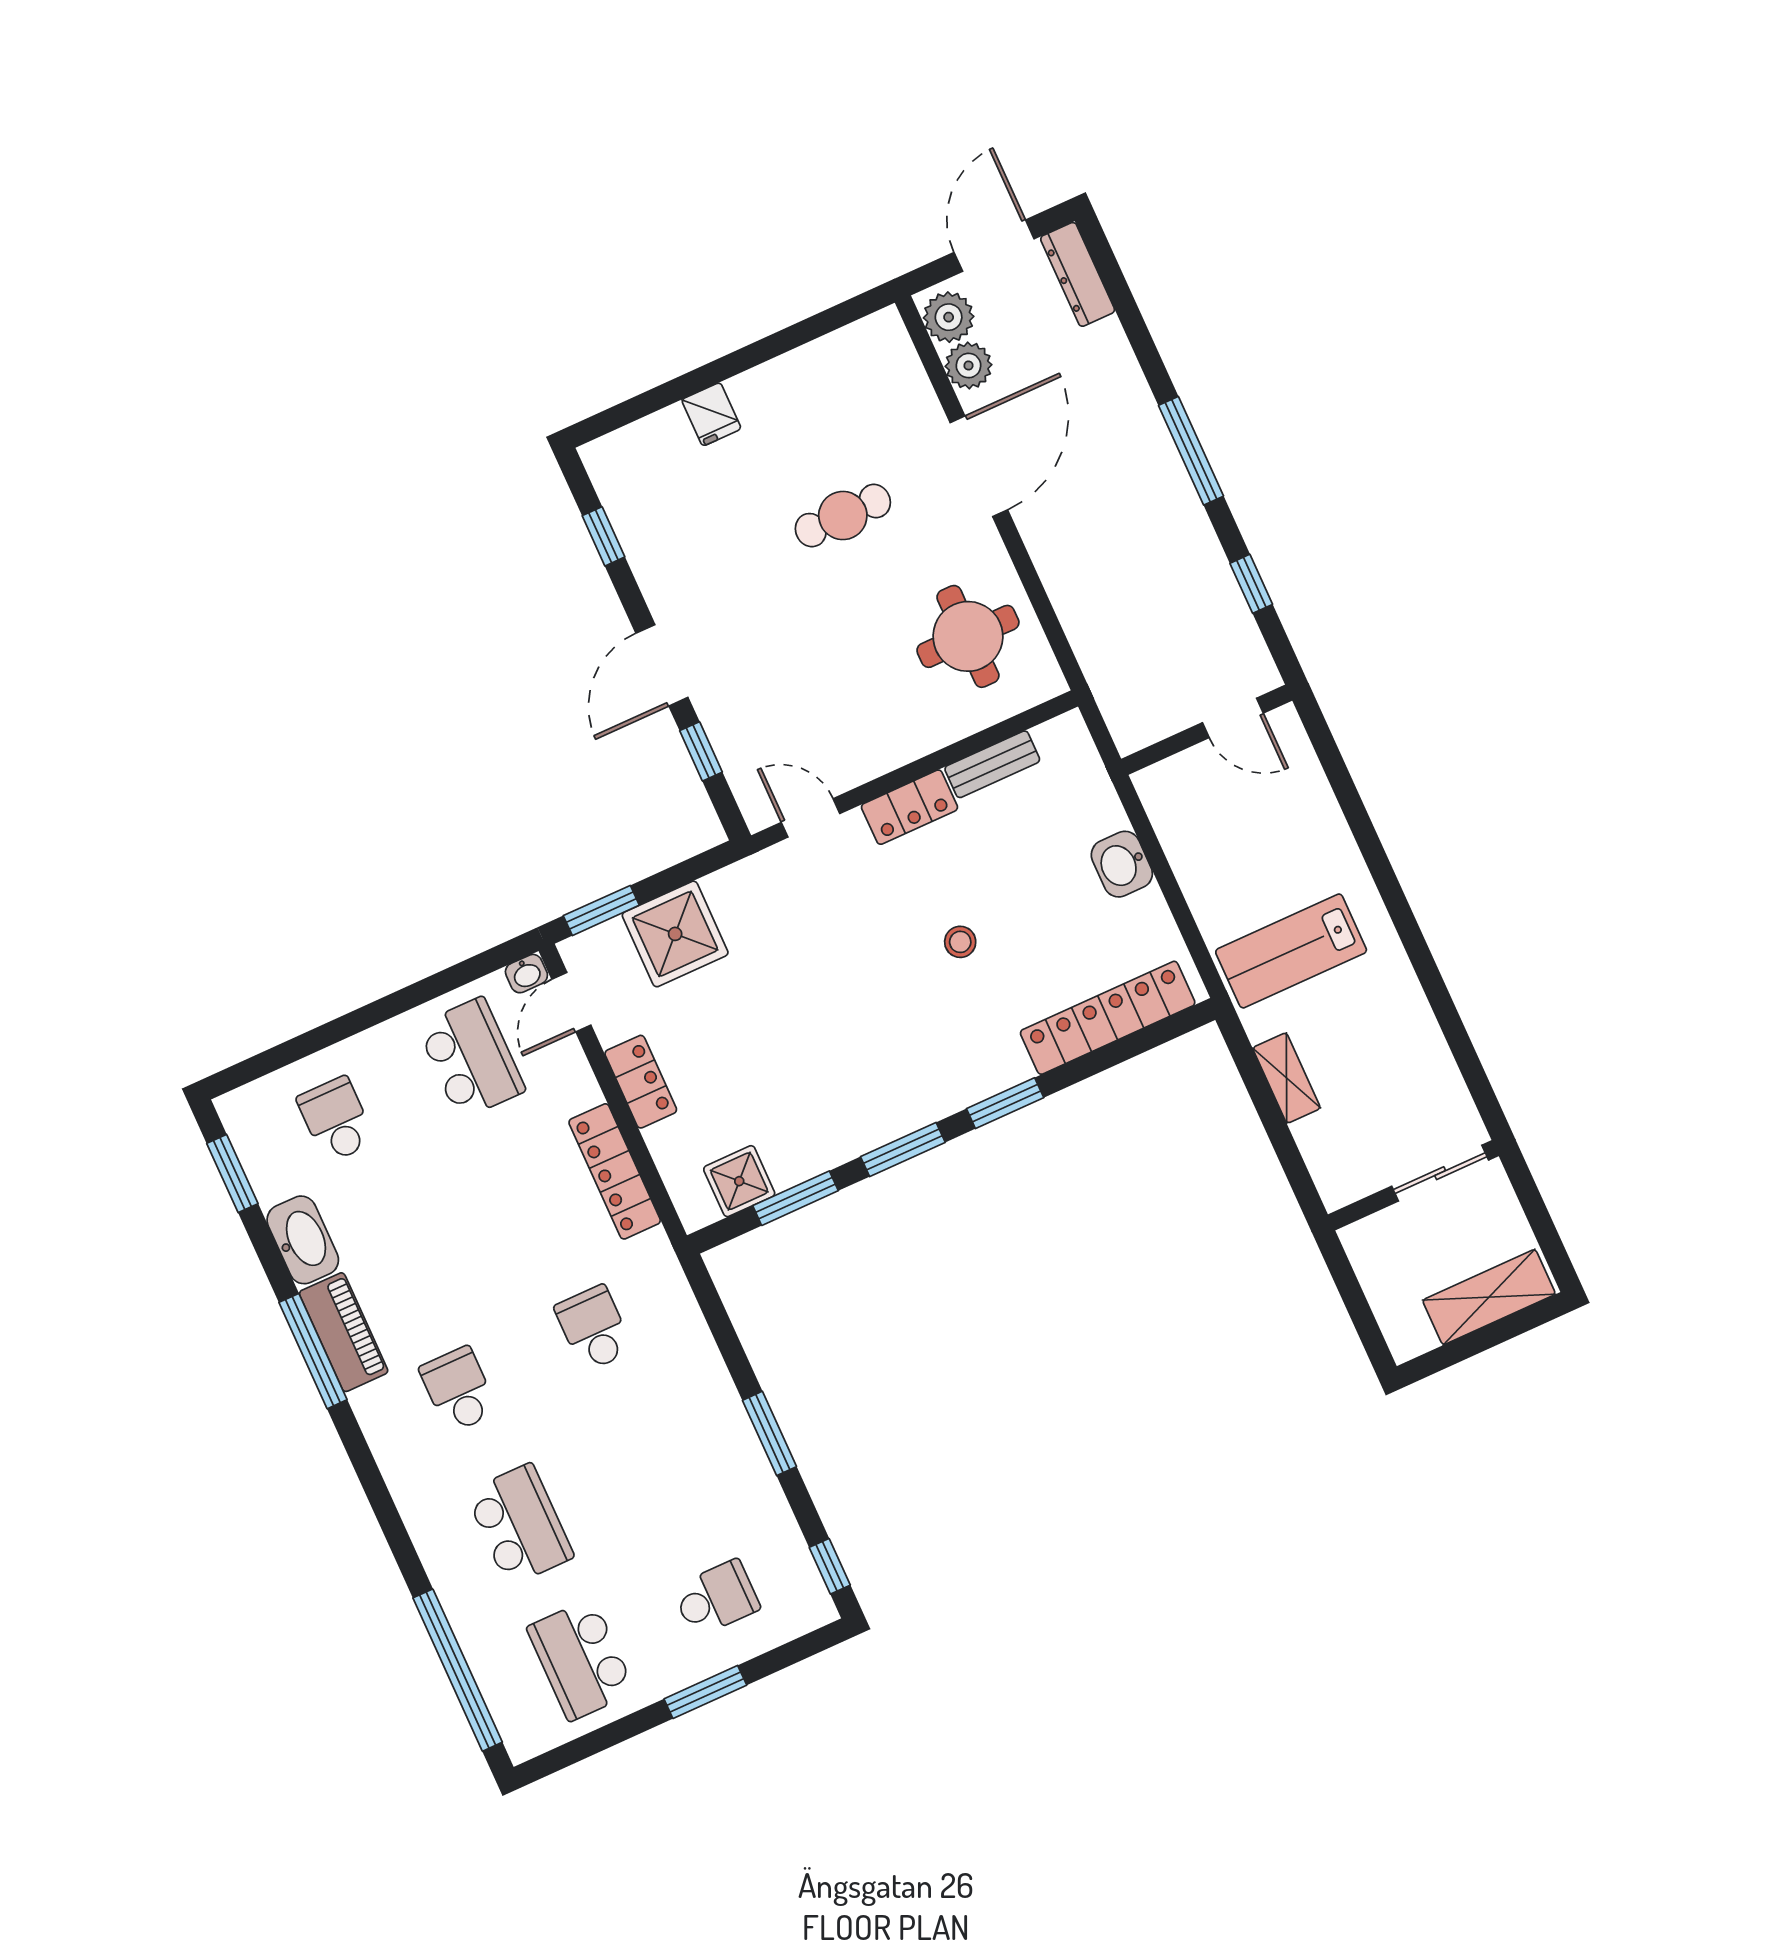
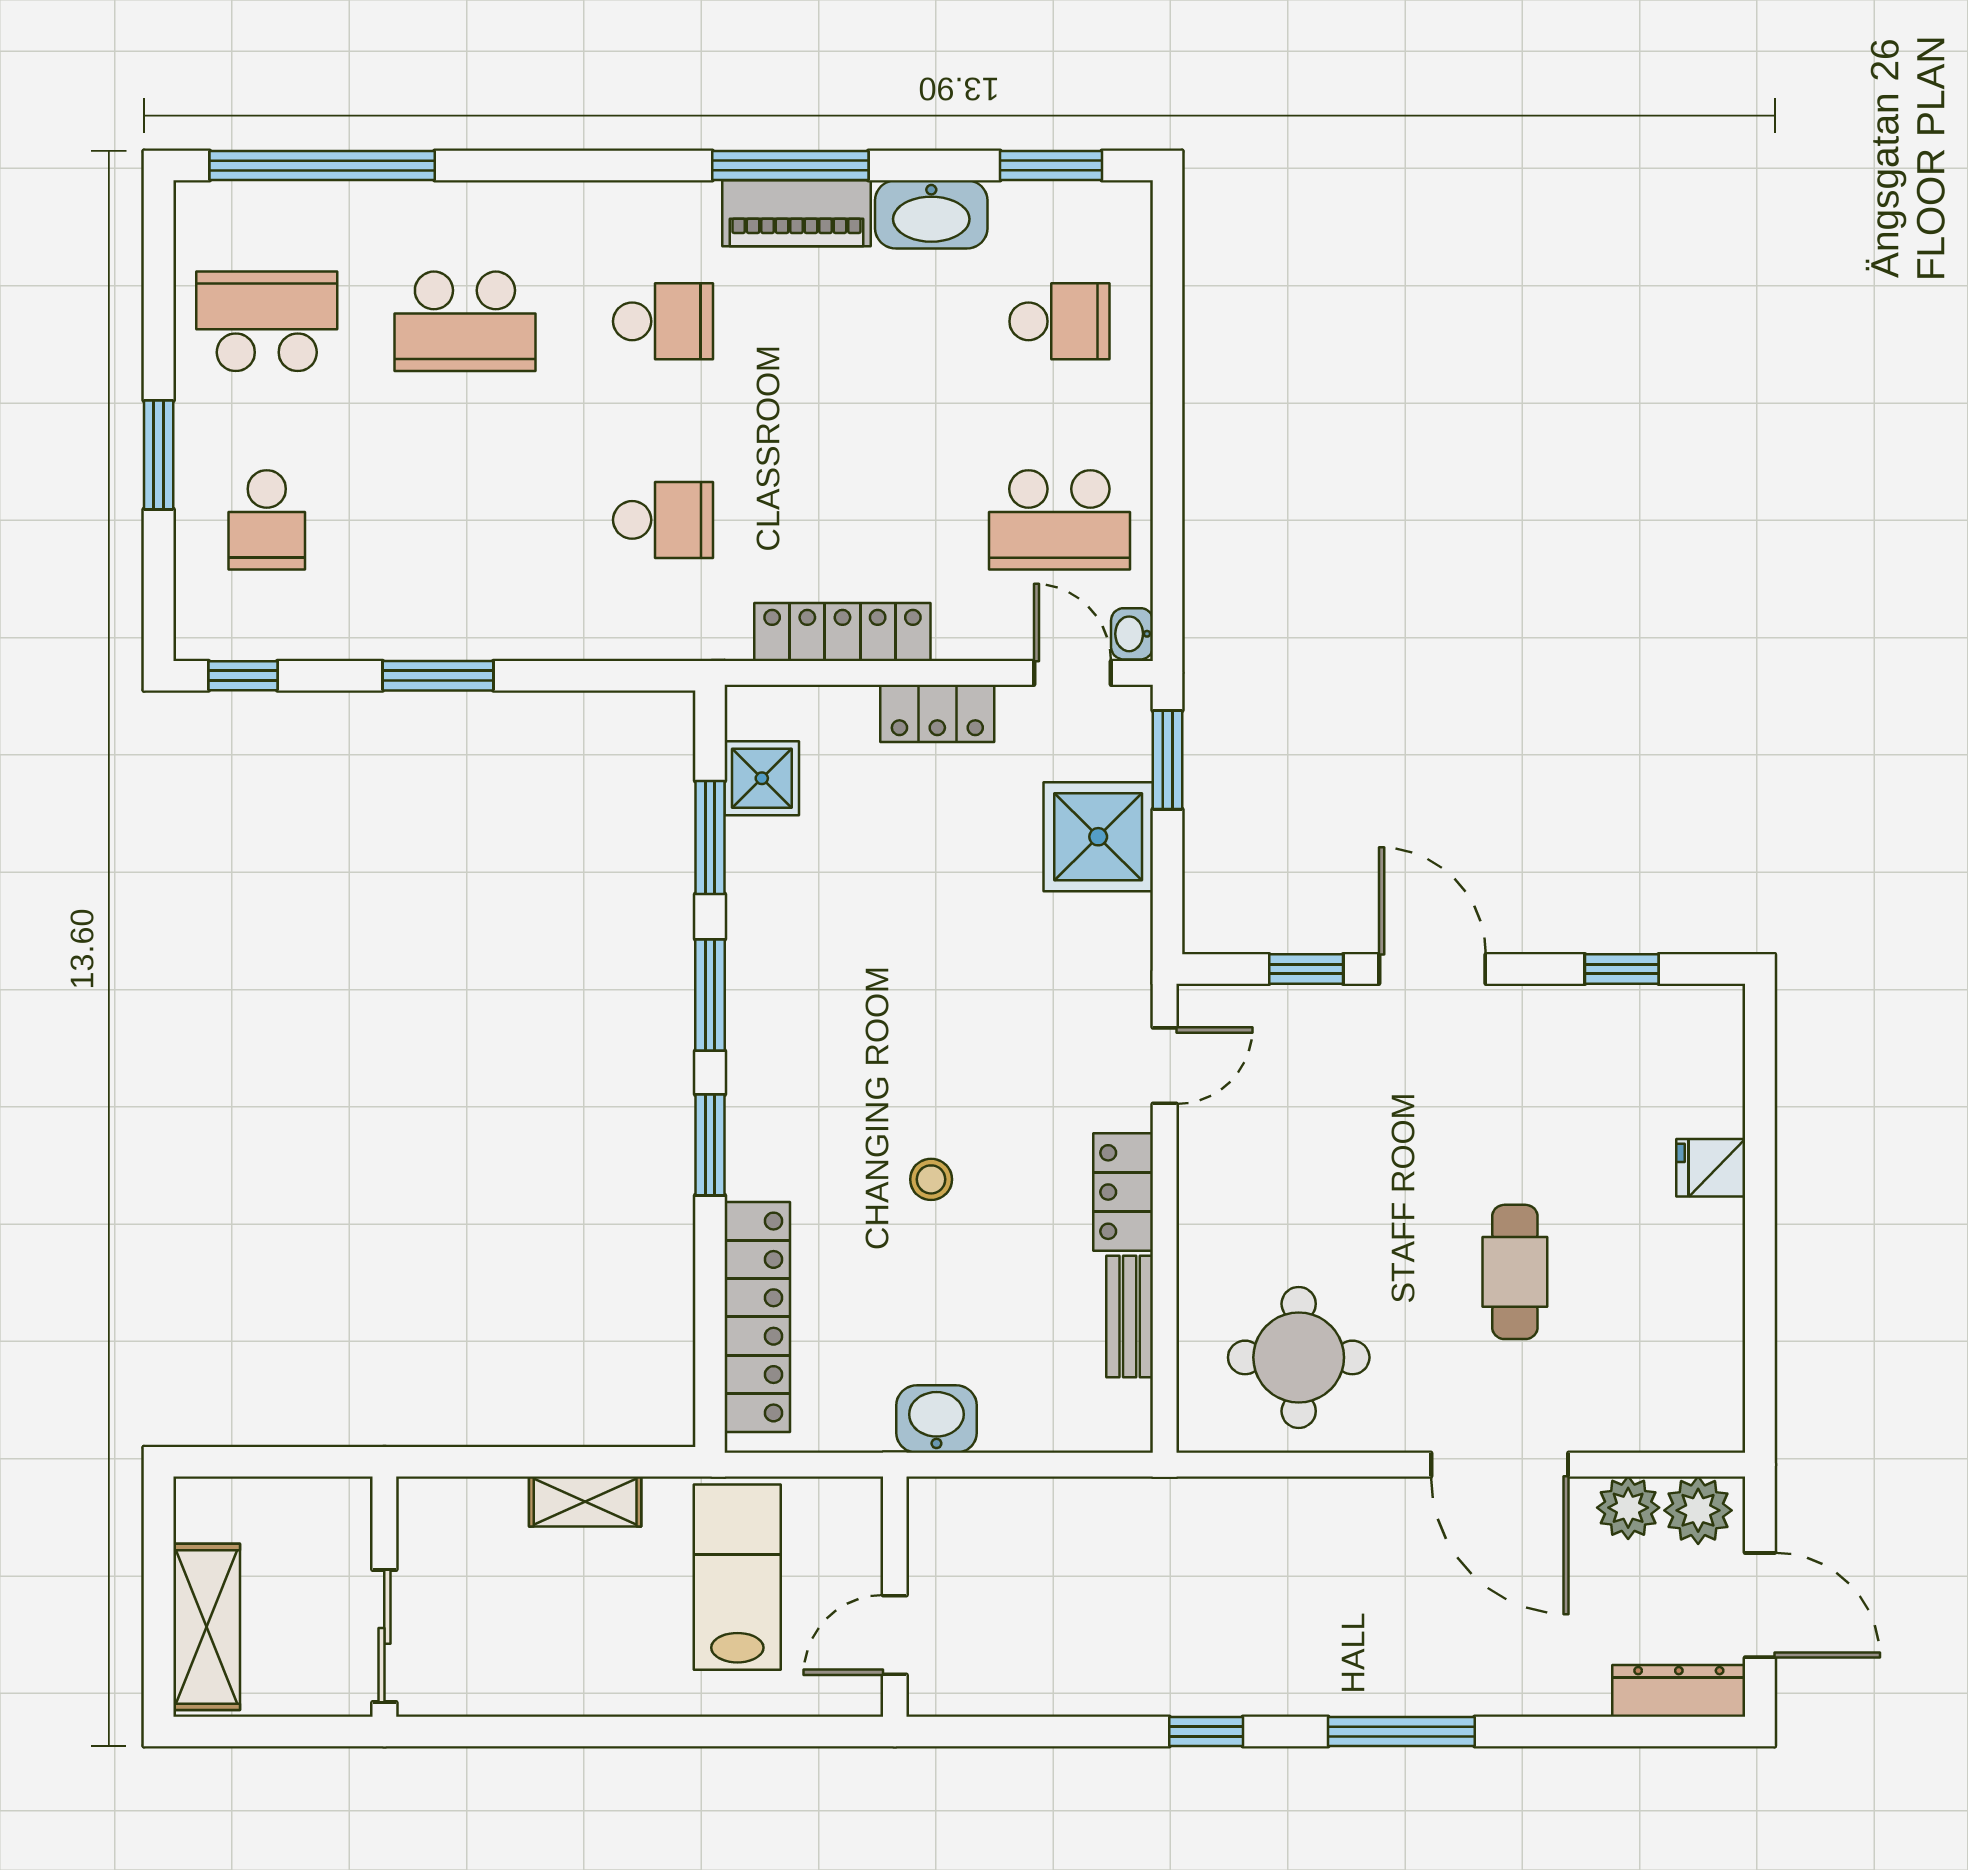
door: (1233, 718) -> (895, 1635), moved
wall: (1207, 730) -> (895, 1597), moved

